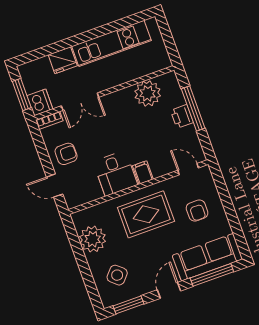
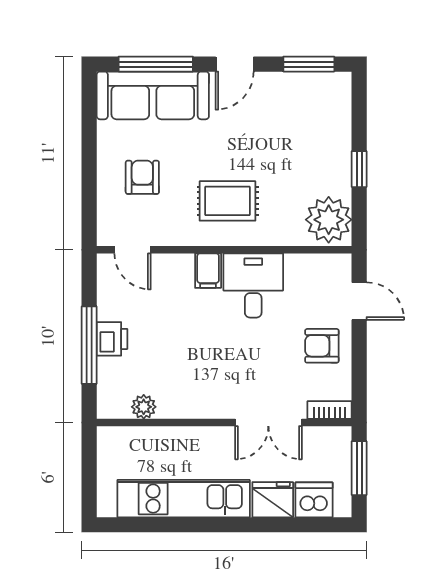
plant: (148, 93) -> (144, 407), width x0.53, depth x0.53
dishwasher: (40, 102) -> (314, 500), moved, turned 90
double door: (80, 102) -> (268, 423), swing flipped
rug: (146, 214) -> (228, 201), width x0.73, depth x0.70
plant: (93, 239) -> (329, 220), moved
window: (80, 258) -> (359, 169), added
side table: (117, 275) -> (310, 119), removed

